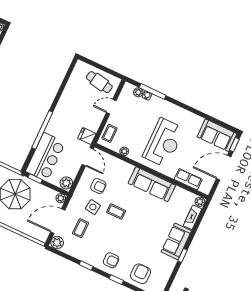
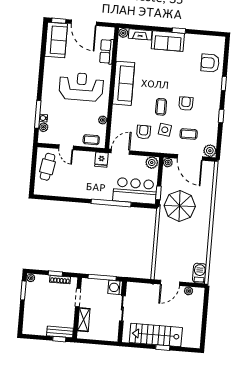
armchair: (111, 260) -> (186, 104), moved

